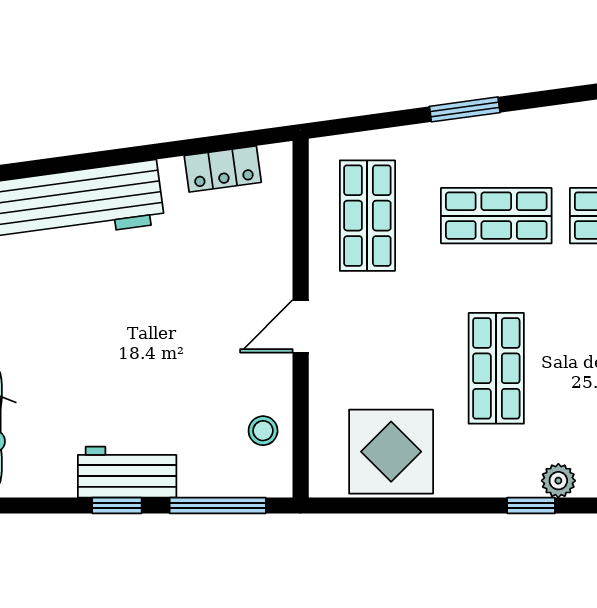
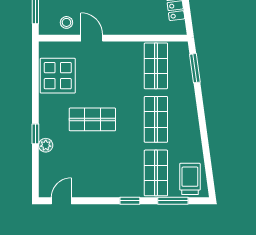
window: (465, 109) -> (195, 68), moved
shop shelf: (367, 216) -> (156, 66), turned 90
door: (301, 326) -> (92, 38), moved

